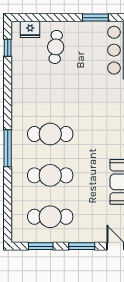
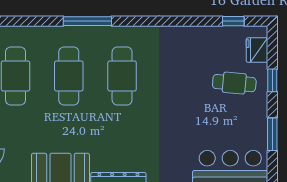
window: (54, 18) -> (272, 80), added
window: (8, 148) -> (87, 21), moved

